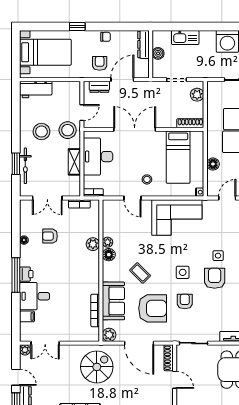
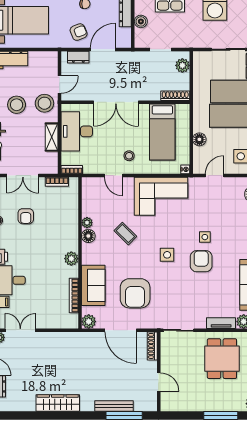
armchair: (100, 63) -> (79, 32), turned 68
double door: (135, 129) -> (116, 102), swing flipped
armchair: (50, 236) -> (26, 216), turned -90
plant: (93, 244) -> (71, 259), moved
coffee table: (140, 273) -> (125, 234), moved
armchair: (185, 302) -> (169, 286), removed
armchair: (153, 308) -> (135, 293), turned 90
double door: (45, 343) -> (20, 330), swing flipped
spiral stairs: (97, 367) -> (76, 356), removed
door: (175, 380) -> (159, 382), moved

